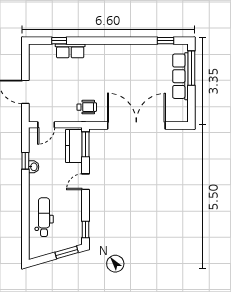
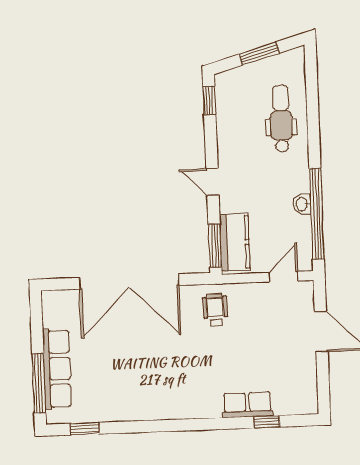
wheelchair: (87, 107) -> (215, 310), turned 88
window: (25, 161) -> (317, 214), width x3.17
door: (86, 182) -> (212, 182), swing flipped
dental chair: (44, 217) -> (281, 119), turned 180
window: (67, 252) -> (259, 54), moved

